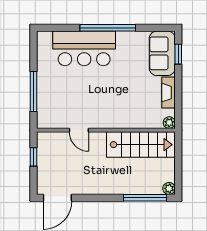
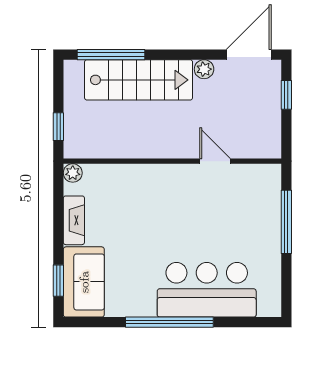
stairs: (141, 145) -> (139, 80), moved, turned 180
window: (178, 152) -> (58, 127), added
window: (34, 157) -> (286, 95), moved
plant: (169, 188) -> (204, 69), moved

